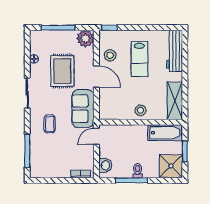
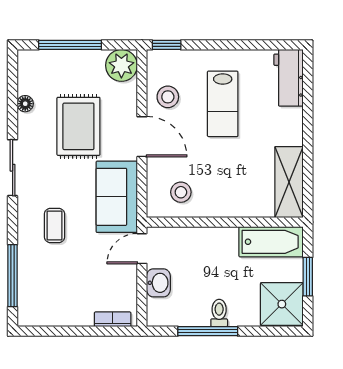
workbench: (175, 51) -> (289, 78), width x0.73
stool: (140, 110) -> (181, 192), moved
washbasin: (105, 165) -> (158, 283), moved

